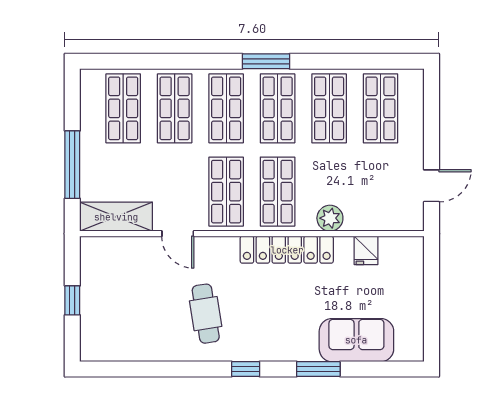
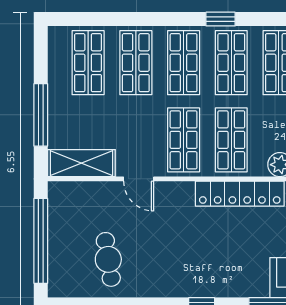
window: (266, 61) -> (221, 19), width x0.67
window: (72, 300) -> (41, 241), width x3.17
cafe table: (206, 314) -> (108, 259), moved

